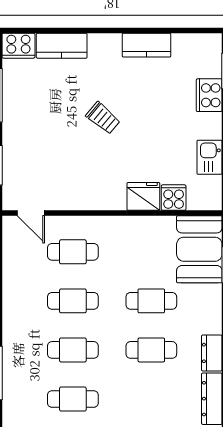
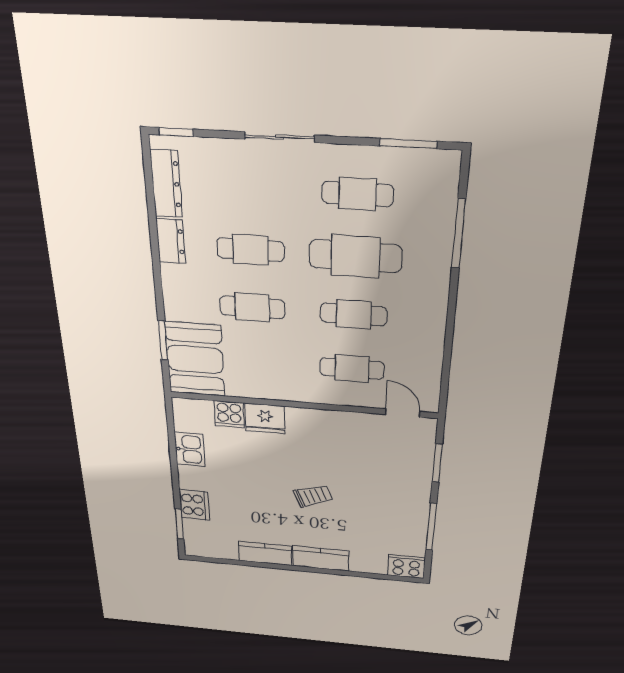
kitchen counter: (62, 46) -> (321, 558), moved
trolley: (103, 118) -> (313, 496), turned 119
cafe table: (73, 350) -> (356, 256), width x1.37, depth x1.35

